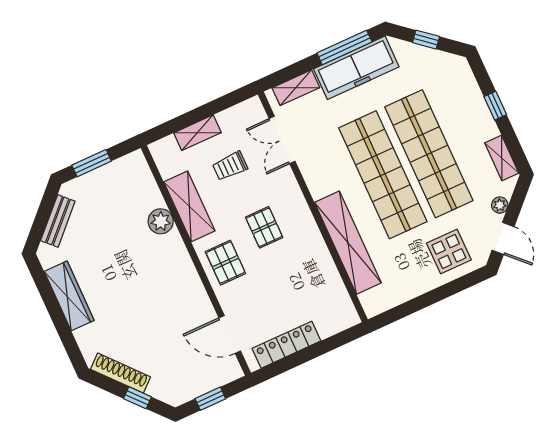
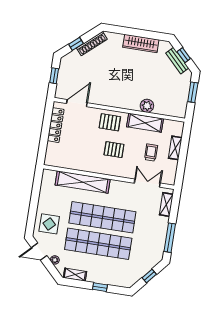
freezer: (356, 68) -> (157, 237), removed
window: (43, 216) -> (184, 55), added

